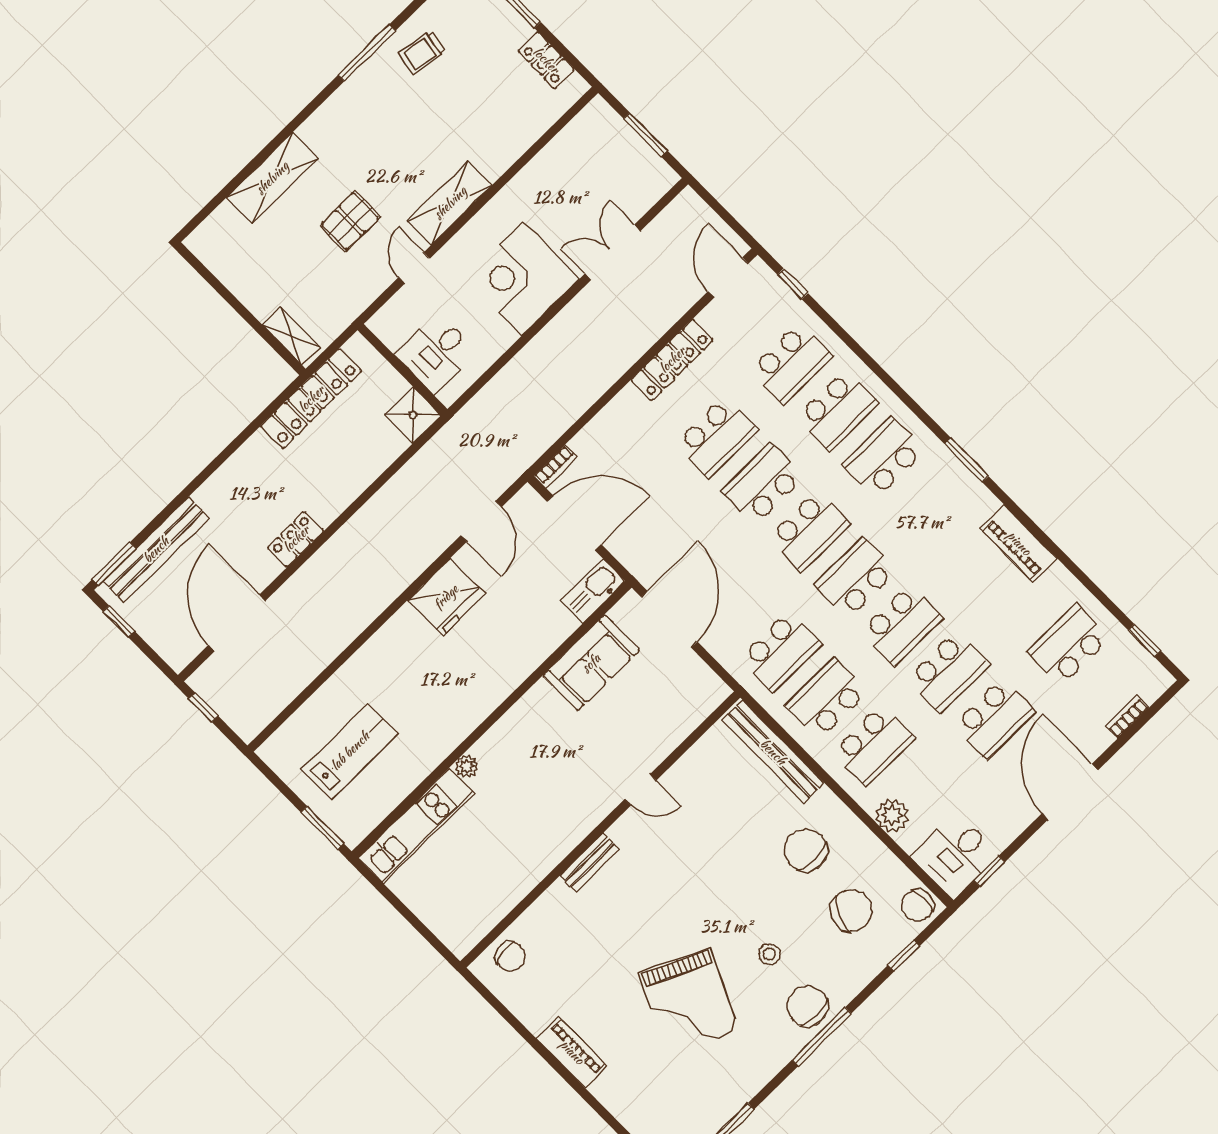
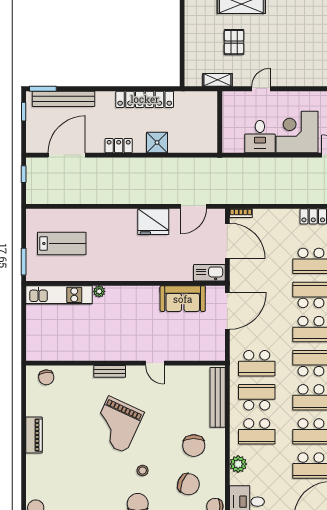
shelving: (450, 203) -> (298, 78), removed
pallet: (350, 221) -> (234, 42), moved, turned 90
shelving: (291, 336) -> (217, 80), moved, turned 90
desk: (436, 353) -> (260, 137), moved, turned -90
locker: (311, 399) -> (145, 99), moved
shower: (413, 415) -> (157, 142), moved
chair: (806, 850) -> (194, 446), turned 180
grand piano: (689, 1002) -> (117, 424), moved

